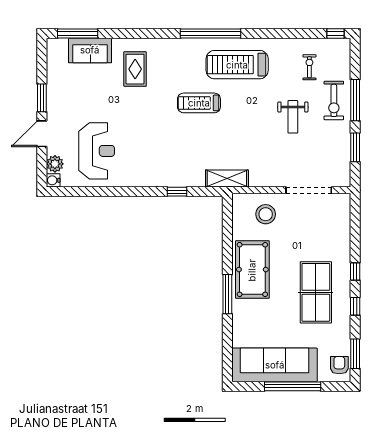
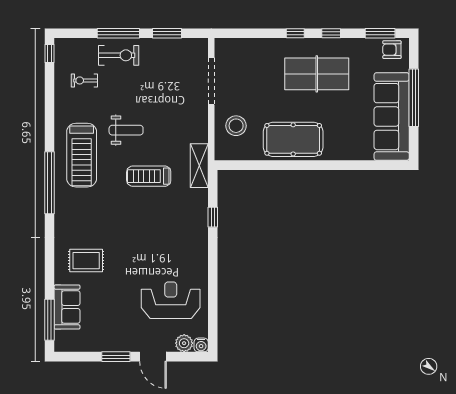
treadmill: (199, 103) -> (149, 176), moved, turned 90
weight bench: (293, 117) -> (126, 130), moved
window: (227, 294) -> (319, 165), removed

